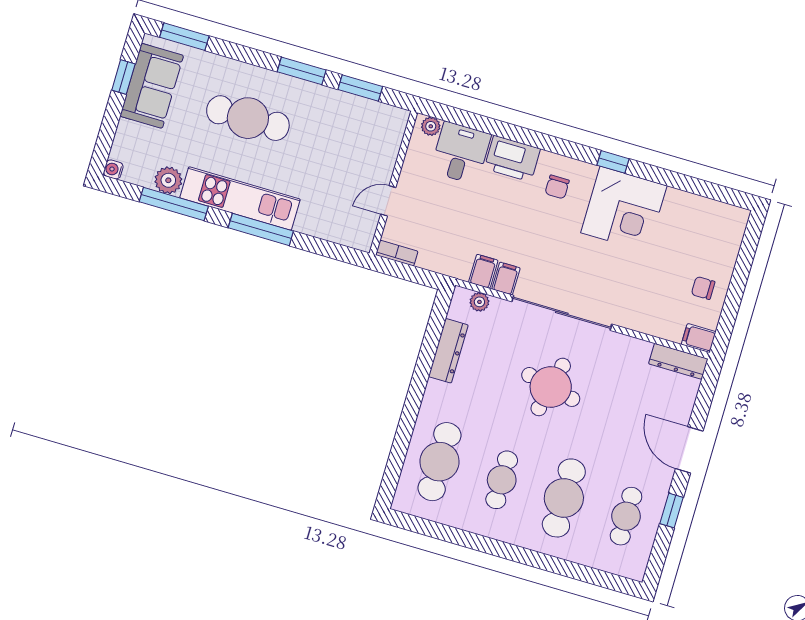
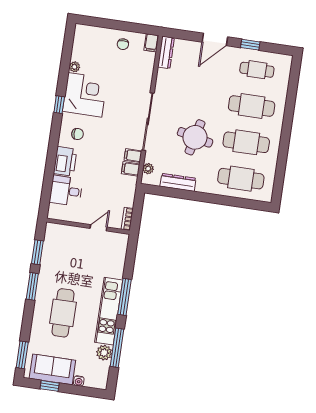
plant: (431, 126) -> (74, 67), moved
water cooler: (113, 169) -> (79, 381), moved
door: (388, 201) -> (99, 228), swing flipped
round table: (551, 387) -> (195, 137), moved
cafe table: (502, 480) -> (246, 142), width x1.37, depth x1.35

